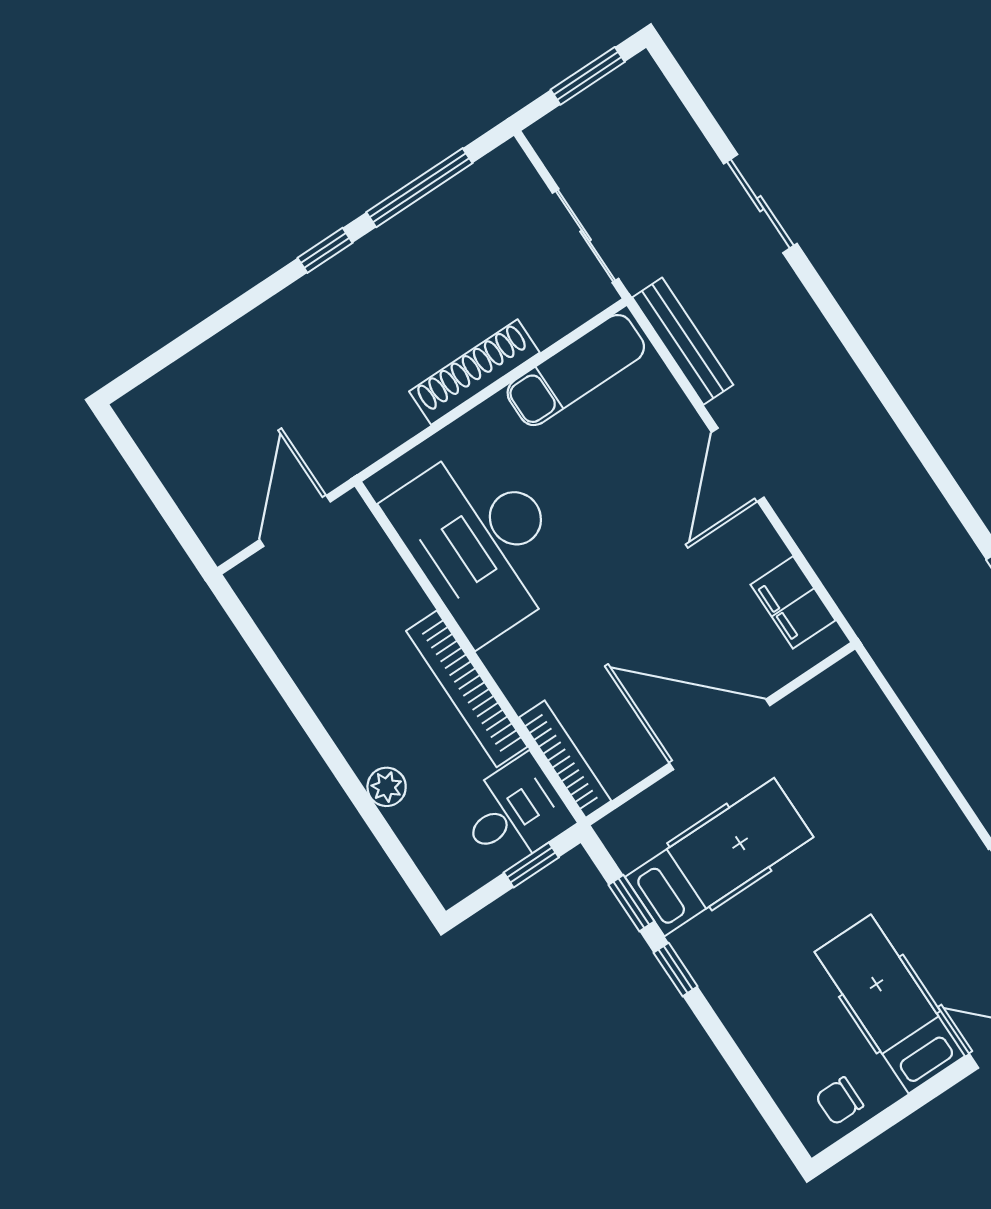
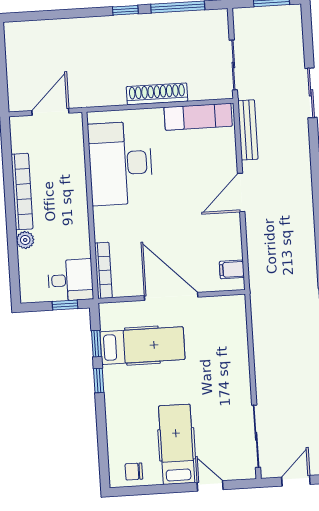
filing cabinet: (793, 602) -> (232, 269), width x0.50
bookcase: (467, 689) -> (22, 192), moved, turned 180

